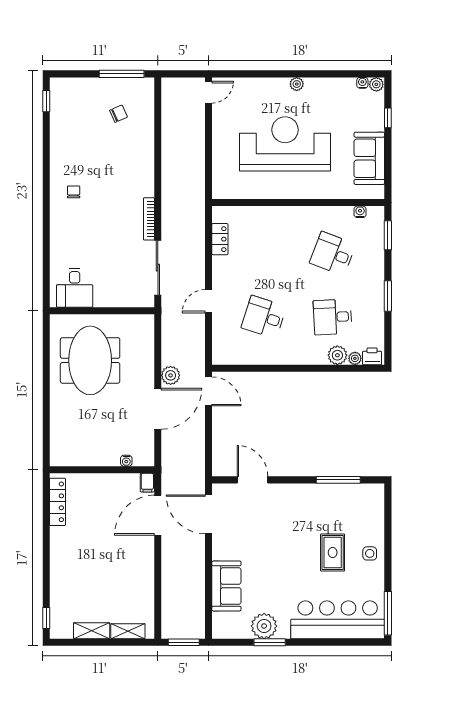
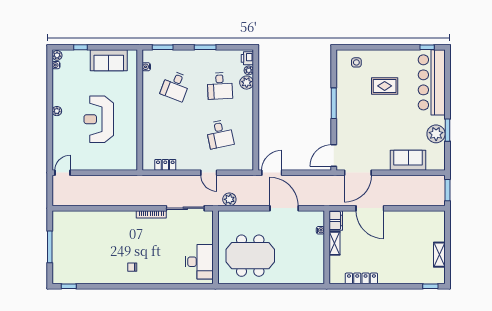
window: (122, 74) -> (50, 247), moved
door: (209, 92) -> (63, 173), hinge flipped
chair: (118, 114) -> (78, 236), removed
reception desk: (285, 144) -> (99, 119), width x0.74, depth x0.77
desk: (75, 288) -> (199, 262), width x1.37
desk: (264, 317) -> (220, 134), turned -30
plant: (171, 375) -> (229, 199), moved
door: (252, 480) -> (334, 156), moved
window: (338, 480) -> (334, 103), moved
filing cabinet: (147, 483) -> (336, 221), width x2.00
locker: (57, 502) -> (361, 278), moved
door: (158, 515) -> (370, 208), moved
side table: (370, 553) -> (356, 62), moved
window: (388, 613) -> (427, 47), width x0.46
shelving: (128, 631) -> (334, 243), moved

